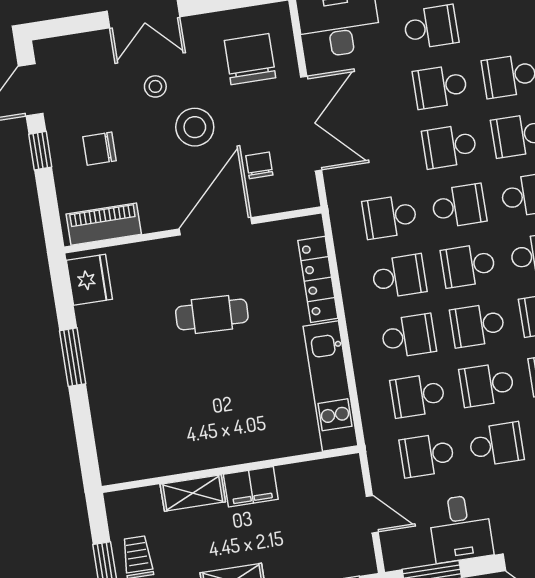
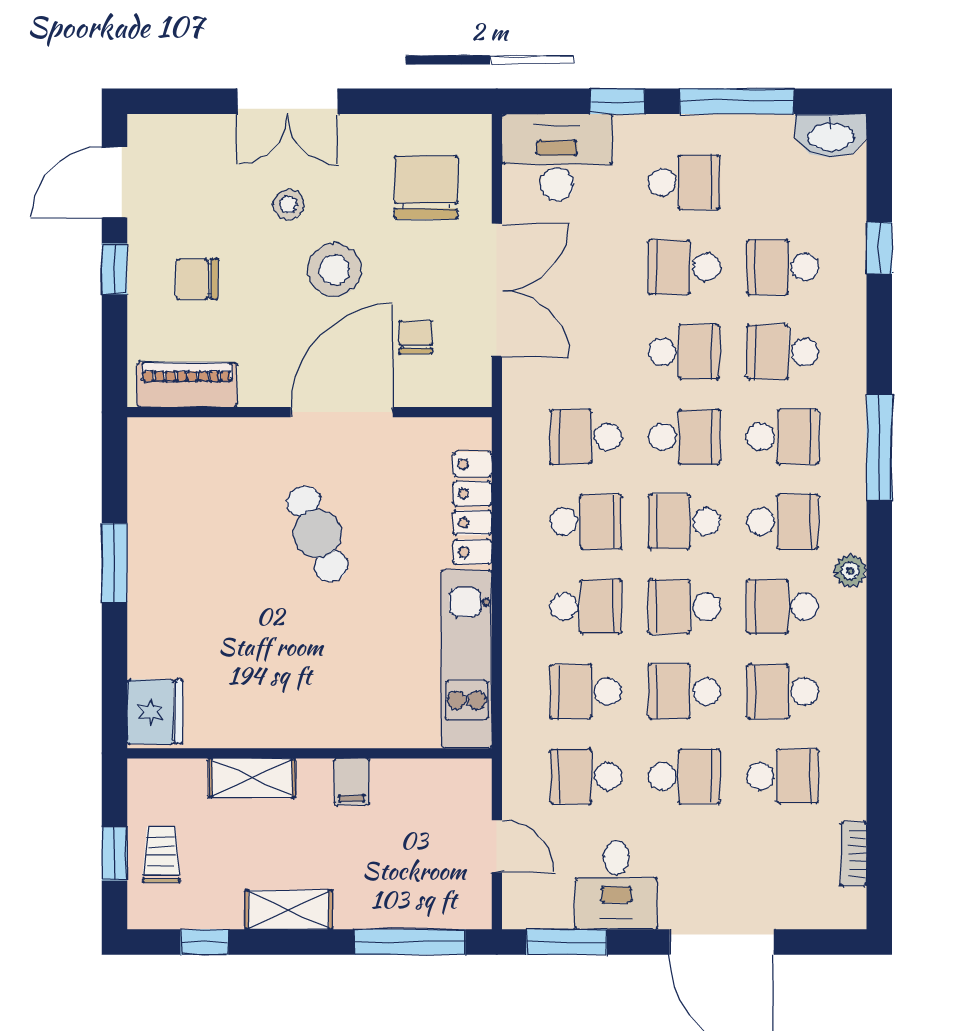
school desk: (450, 146) -> (684, 352), turned 180
fridge: (89, 280) -> (155, 712), moved
cafe table: (212, 314) -> (317, 534), turned 65
filing cabinet: (251, 487) -> (352, 782), width x0.50

